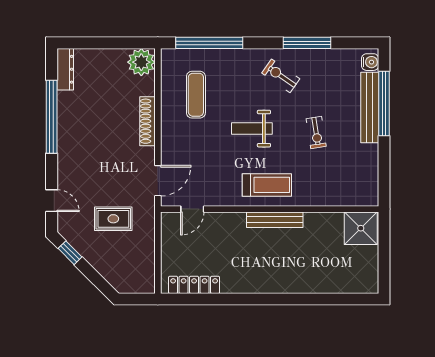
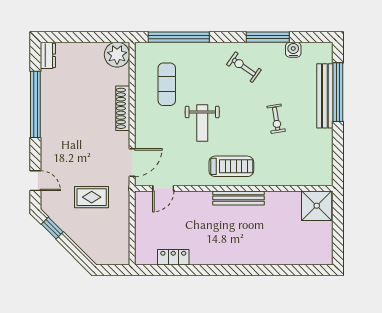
water cooler: (370, 62) -> (293, 50), moved, turned -90
dresser: (65, 69) -> (48, 55), width x0.70
weight bench: (252, 129) -> (202, 123), moved, turned -90
locker: (194, 285) -> (173, 257), width x0.66

